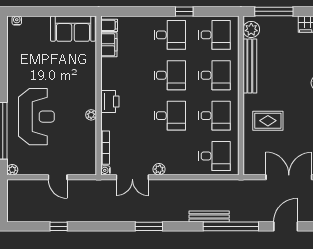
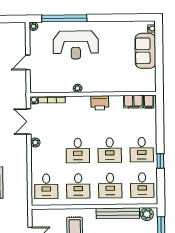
sofa: (73, 29) -> (145, 51), moved
printer: (110, 102) -> (100, 103), moved

